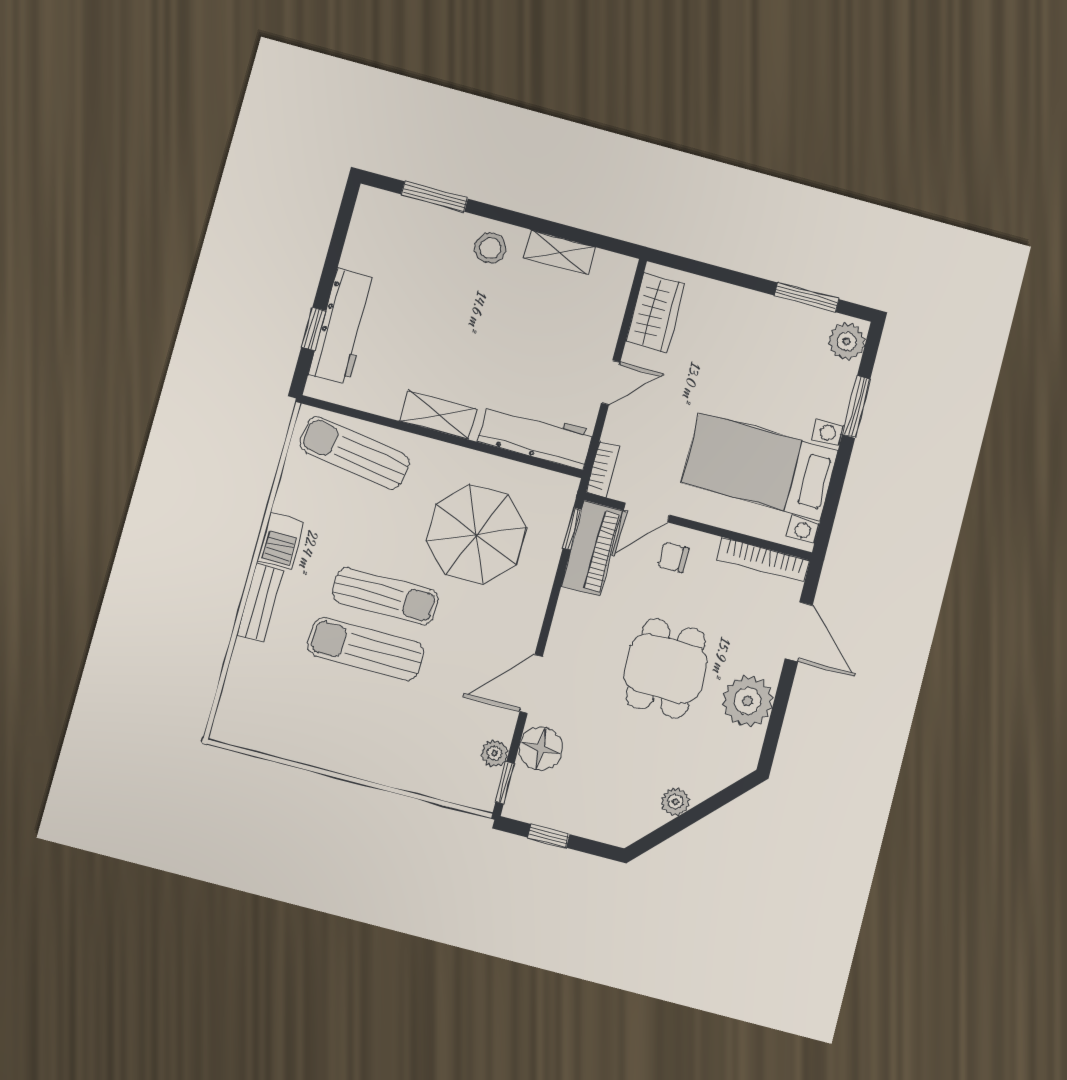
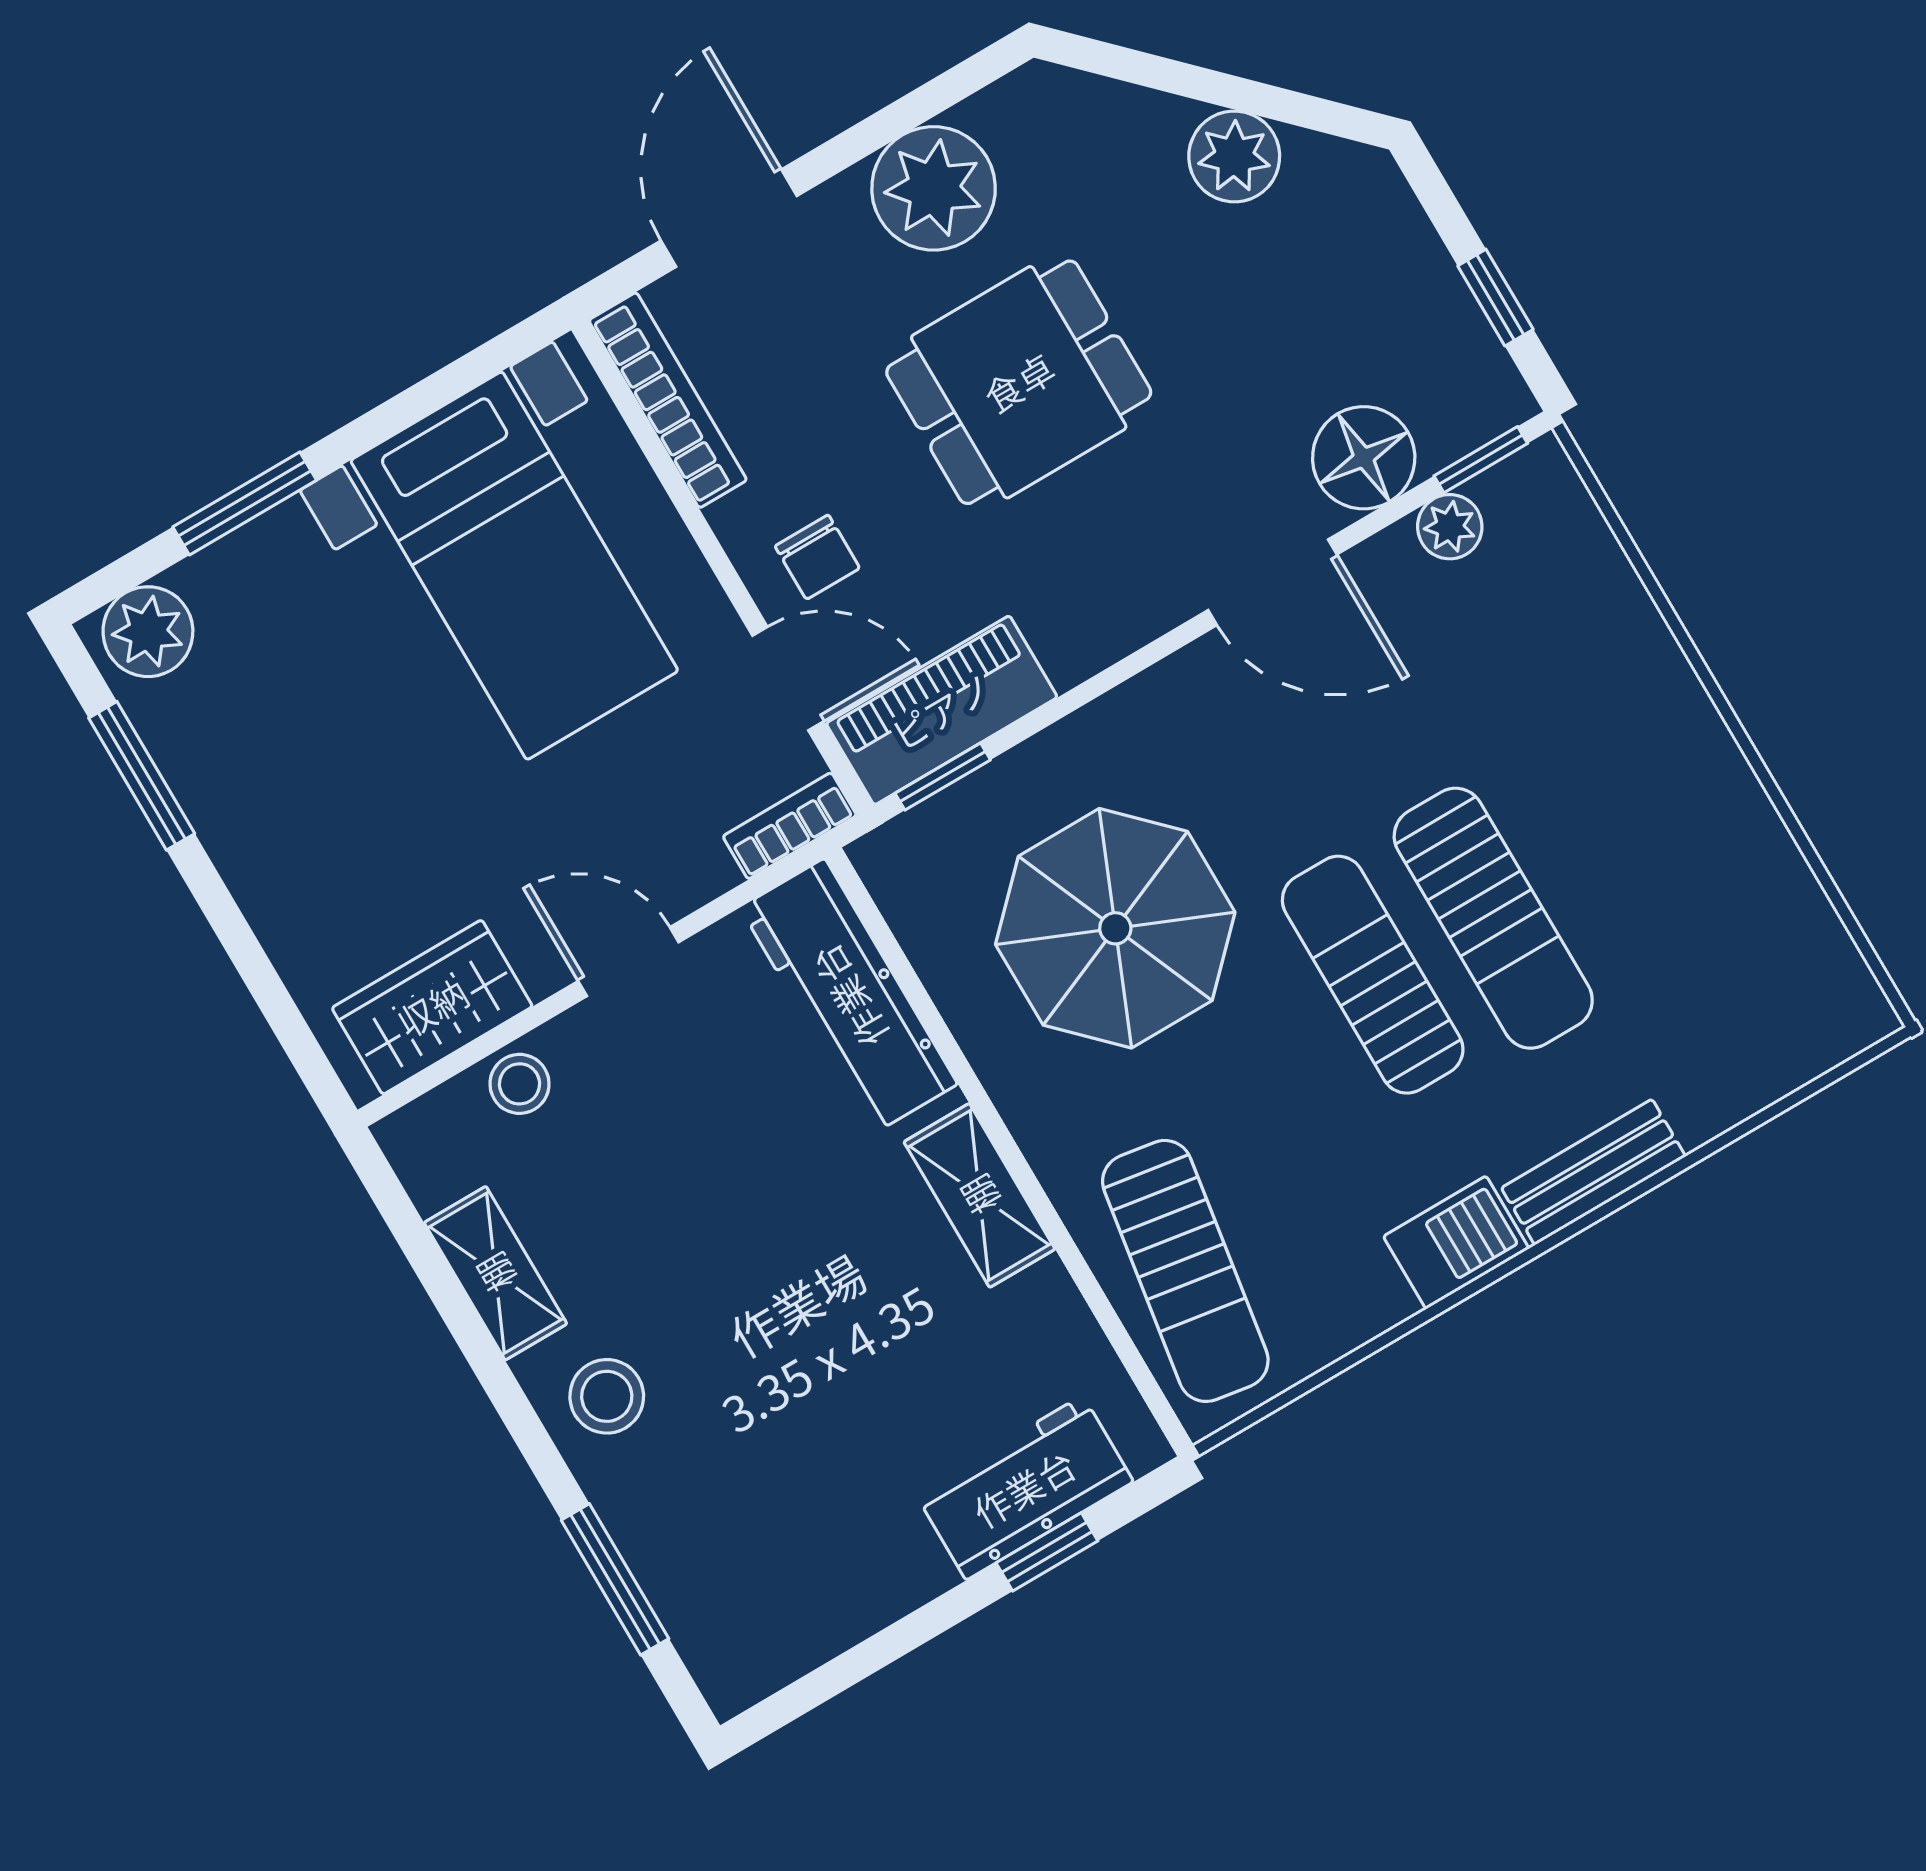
stool: (607, 315) -> (520, 1084), added
workbench: (343, 327) -> (1024, 1488), width x0.73
plant: (675, 802) -> (1234, 156), width x1.38, depth x1.38

